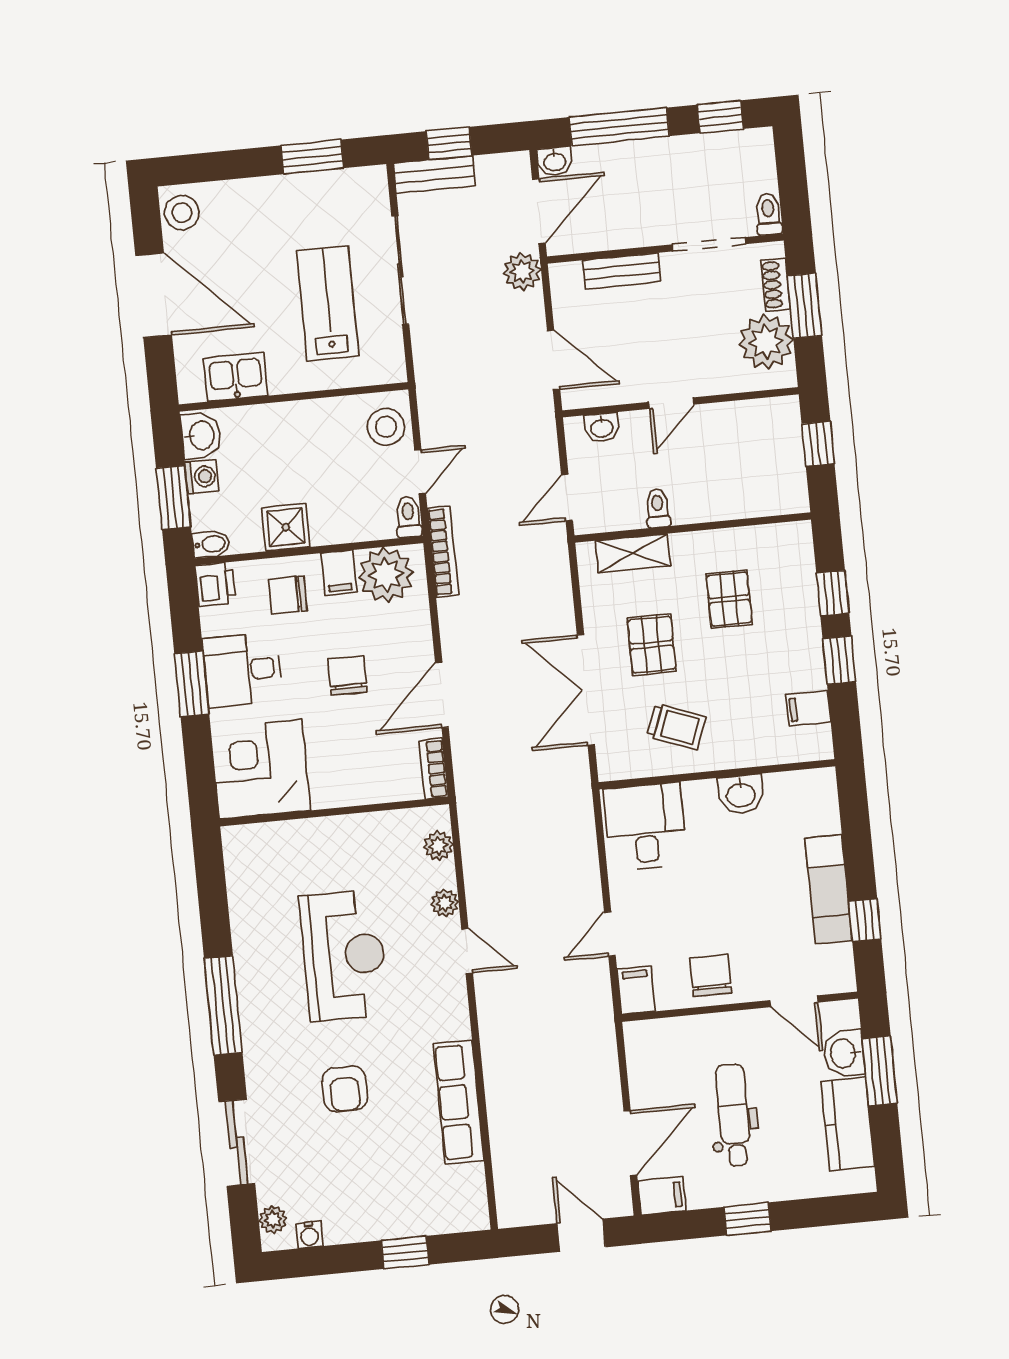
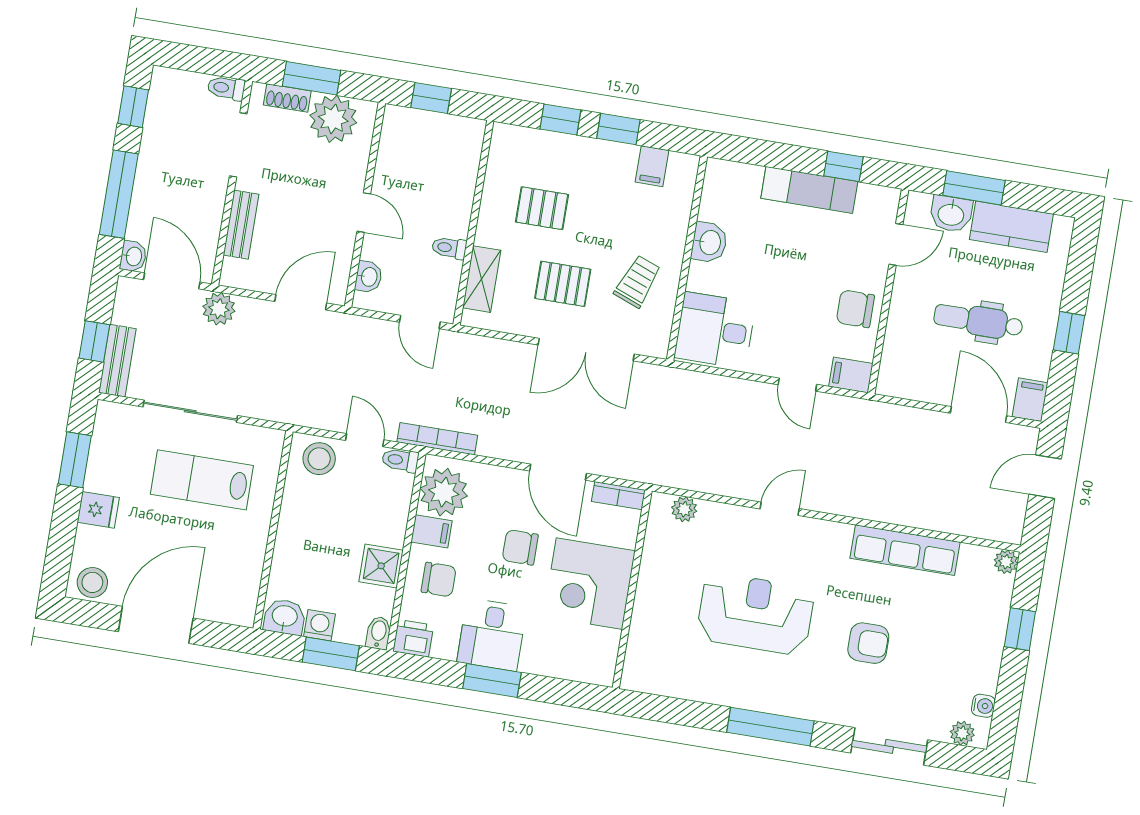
fridge: (264, 198) -> (98, 510), added
kitchen sink: (236, 377) -> (243, 574), removed
chair: (288, 595) -> (439, 579), turned -90
corner desk: (261, 769) -> (589, 584), moved
plant: (445, 903) -> (1006, 562), moved

